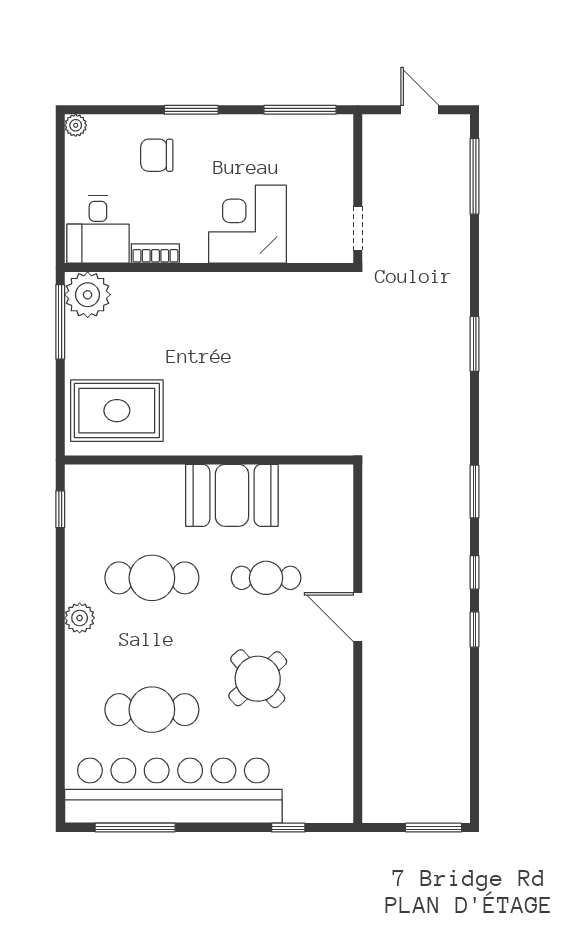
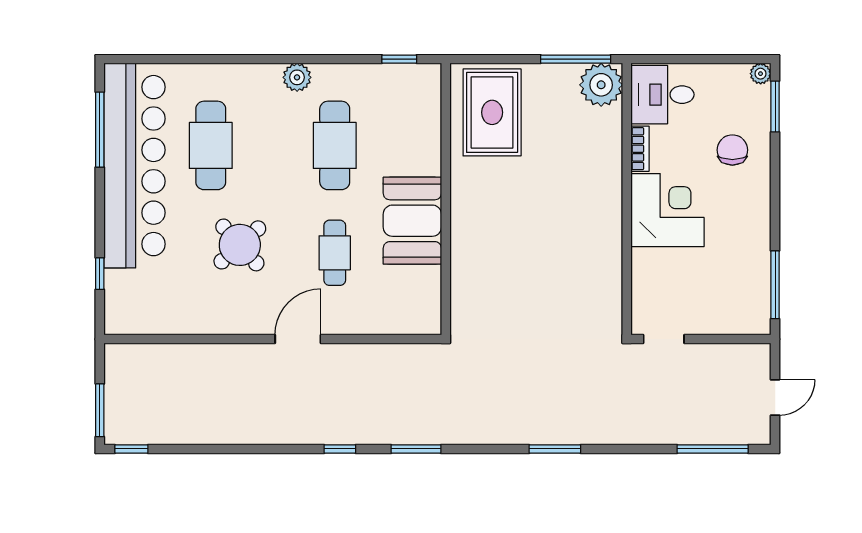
window: (191, 110) -> (775, 106), moved
corner desk: (247, 224) -> (668, 210), moved
window: (474, 629) -> (131, 449), moved

